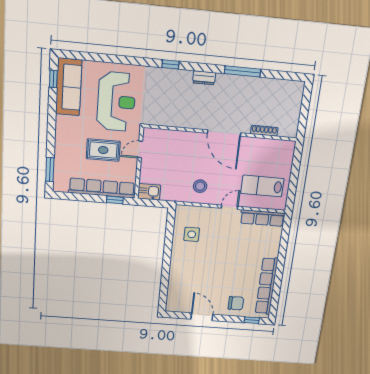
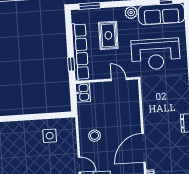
plant: (63, 123) -> (131, 13), added
rug: (103, 150) -> (108, 35), moved

